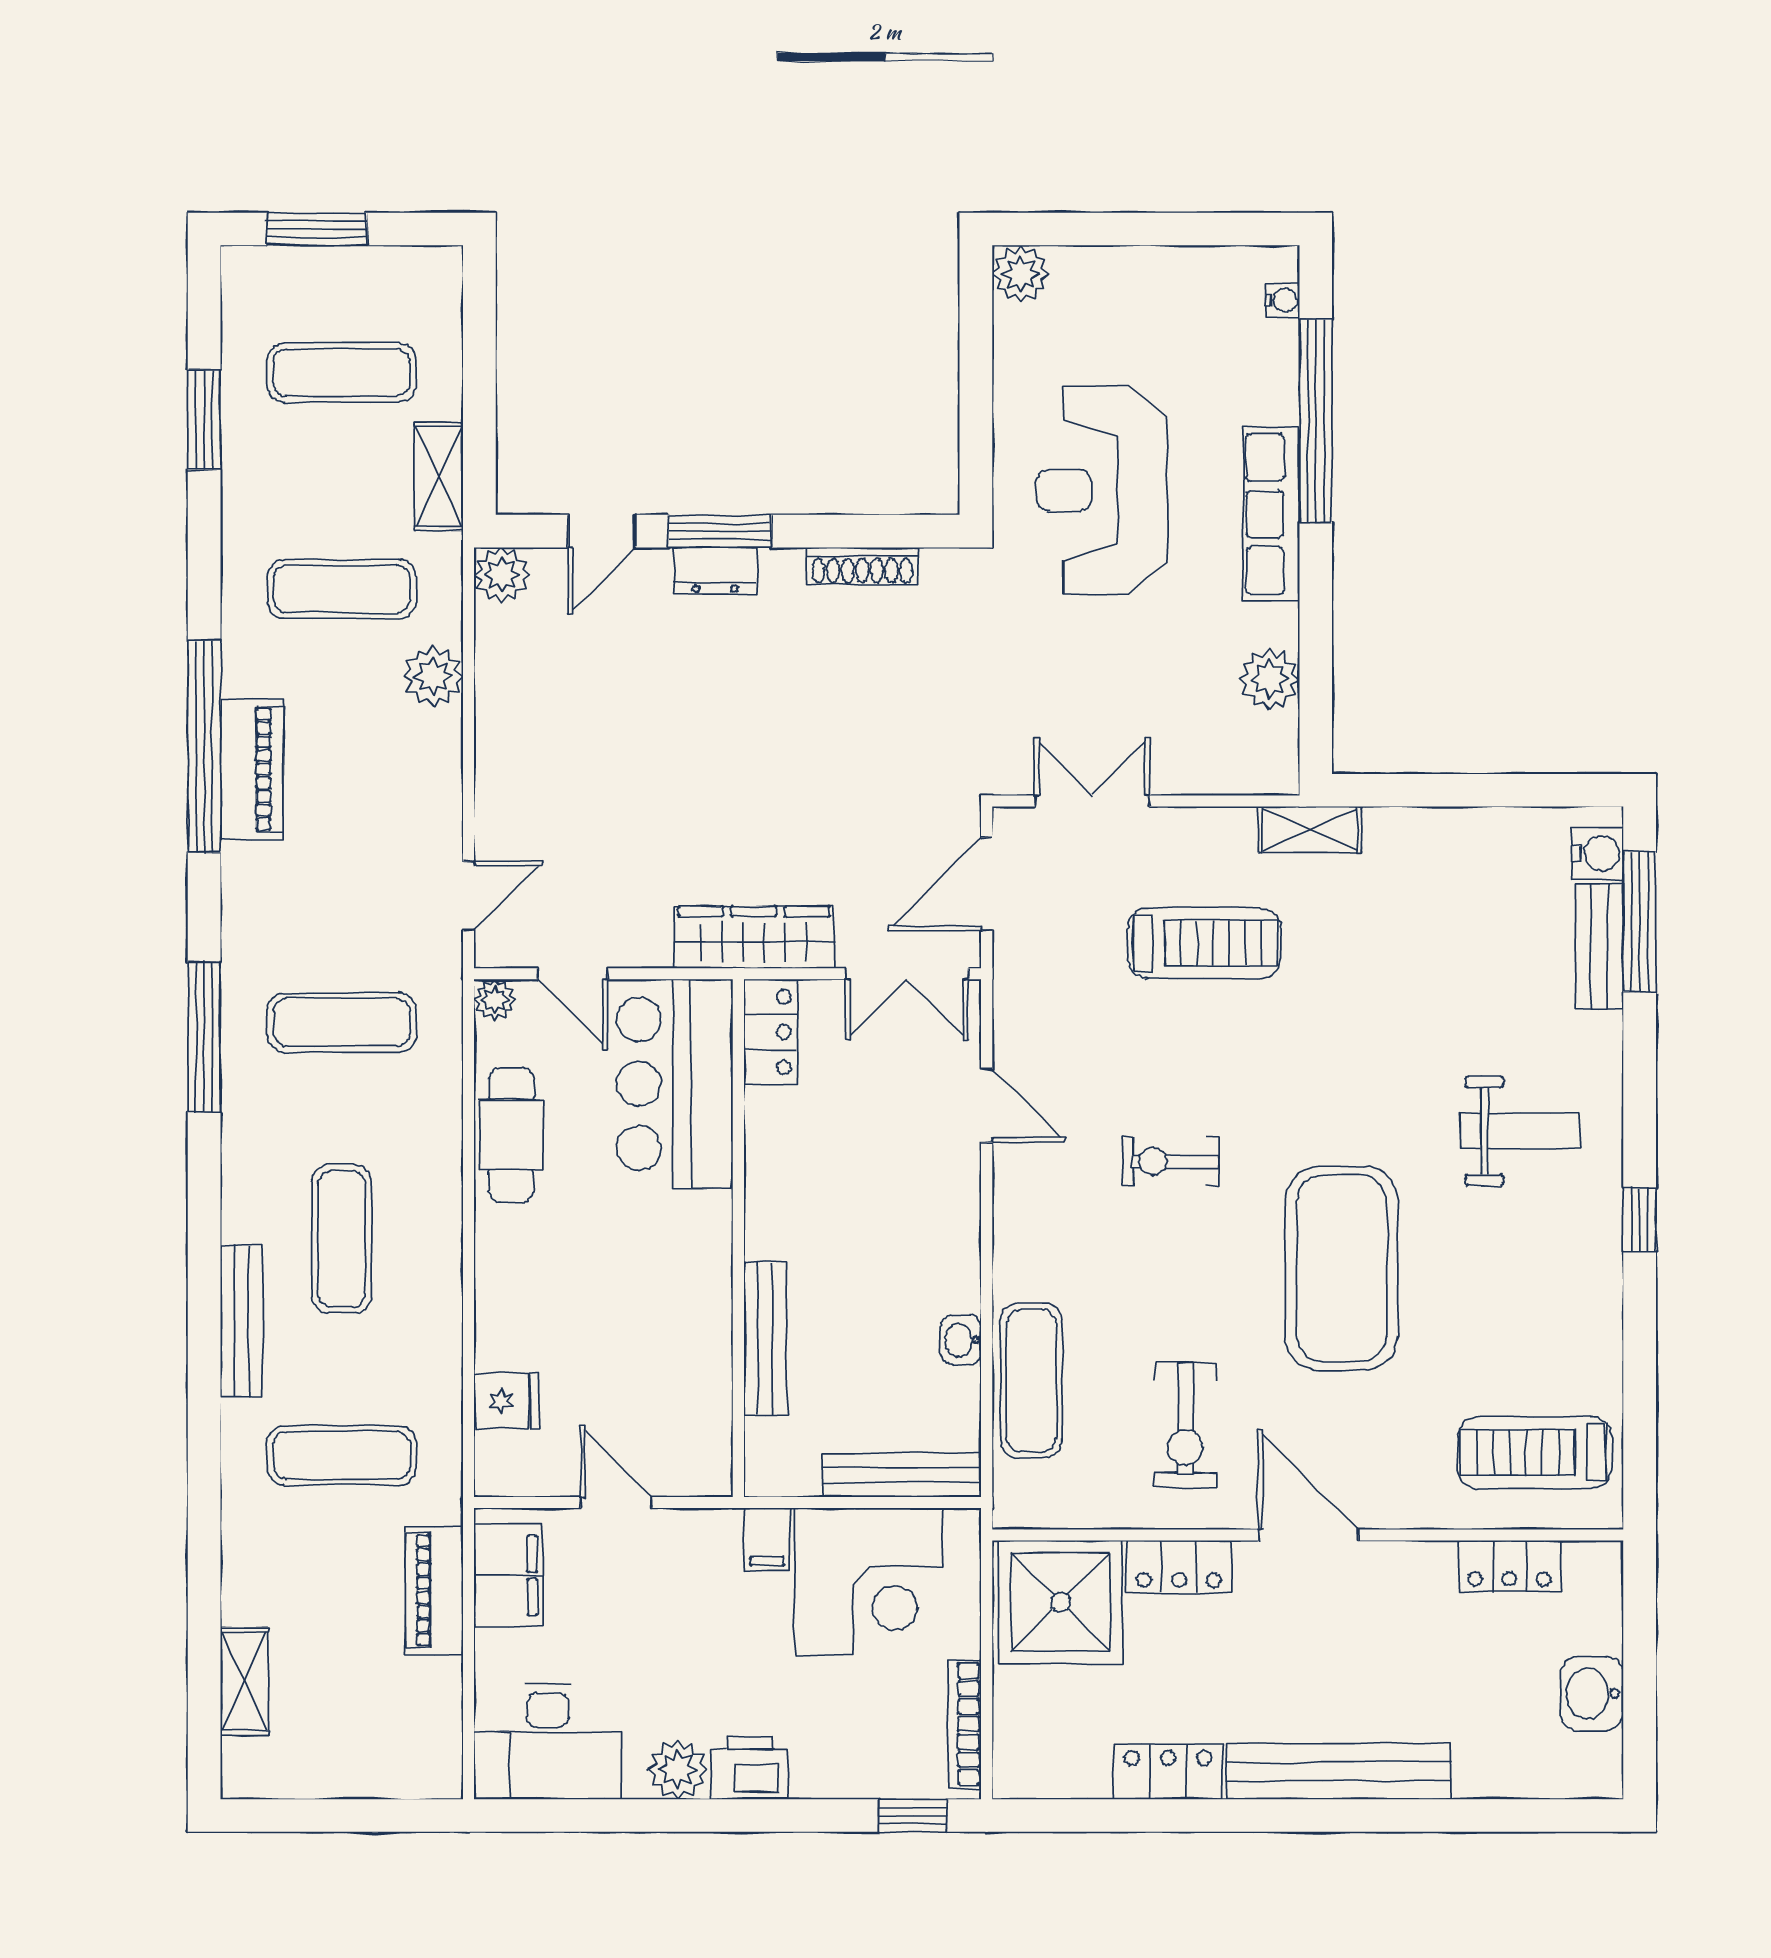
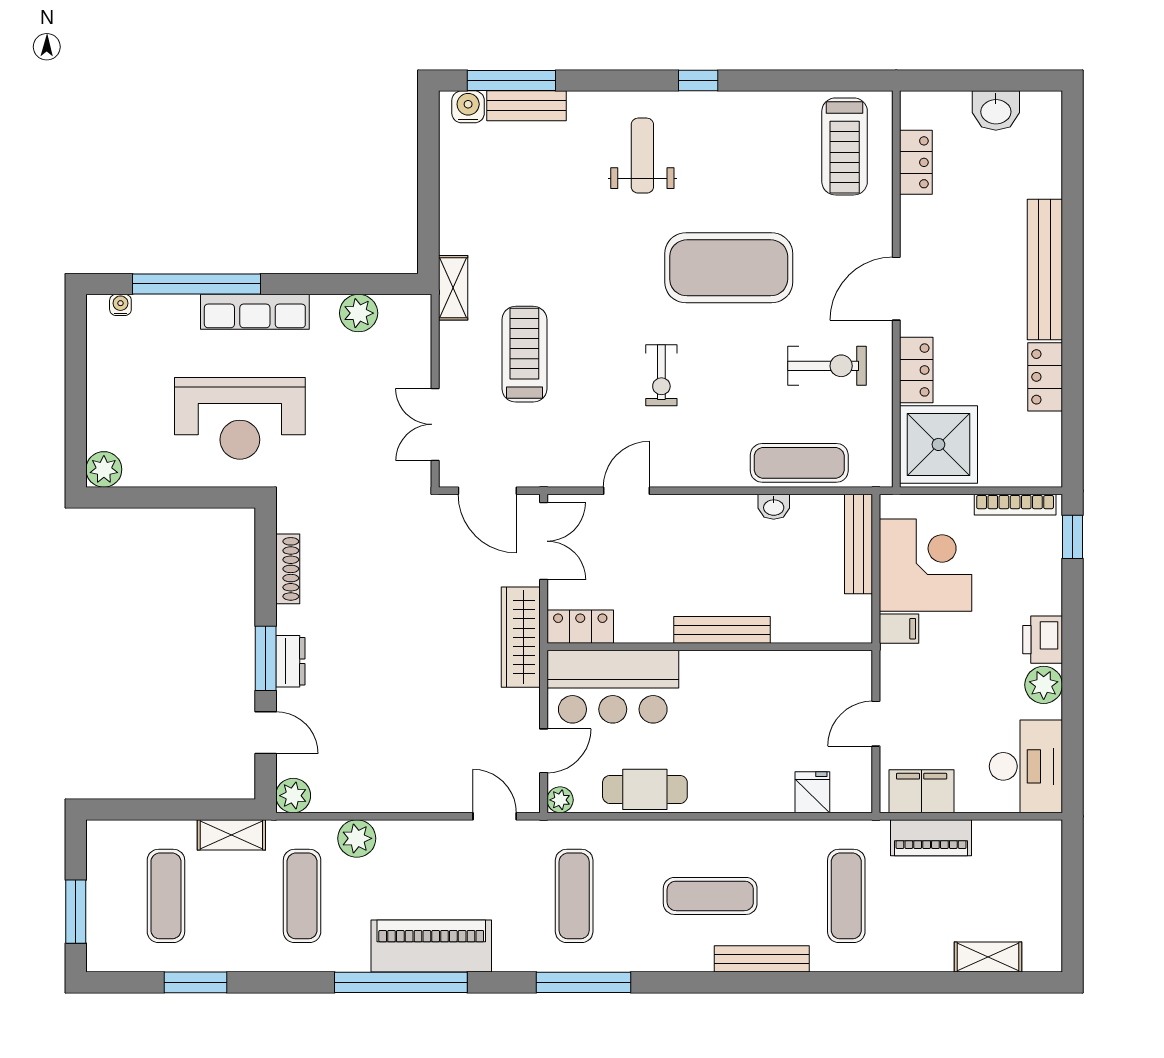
piano: (252, 769) -> (431, 946), width x1.37, depth x1.33
bench: (765, 1339) -> (722, 630), moved

